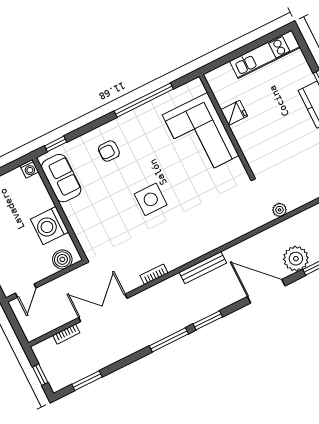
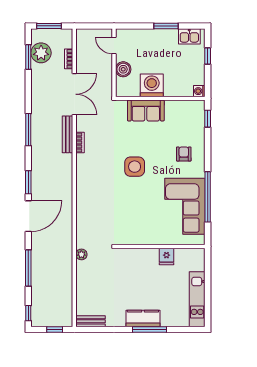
corner sofa: (201, 135) -> (185, 206), moved, turned -90
sofa: (61, 178) -> (146, 111), moved
boiler: (62, 259) -> (123, 69), moved
plant: (296, 259) -> (41, 53), moved
bench: (203, 268) -> (68, 134), moved
window: (208, 320) -> (28, 182), moved
window: (40, 375) -> (49, 26), width x1.50

